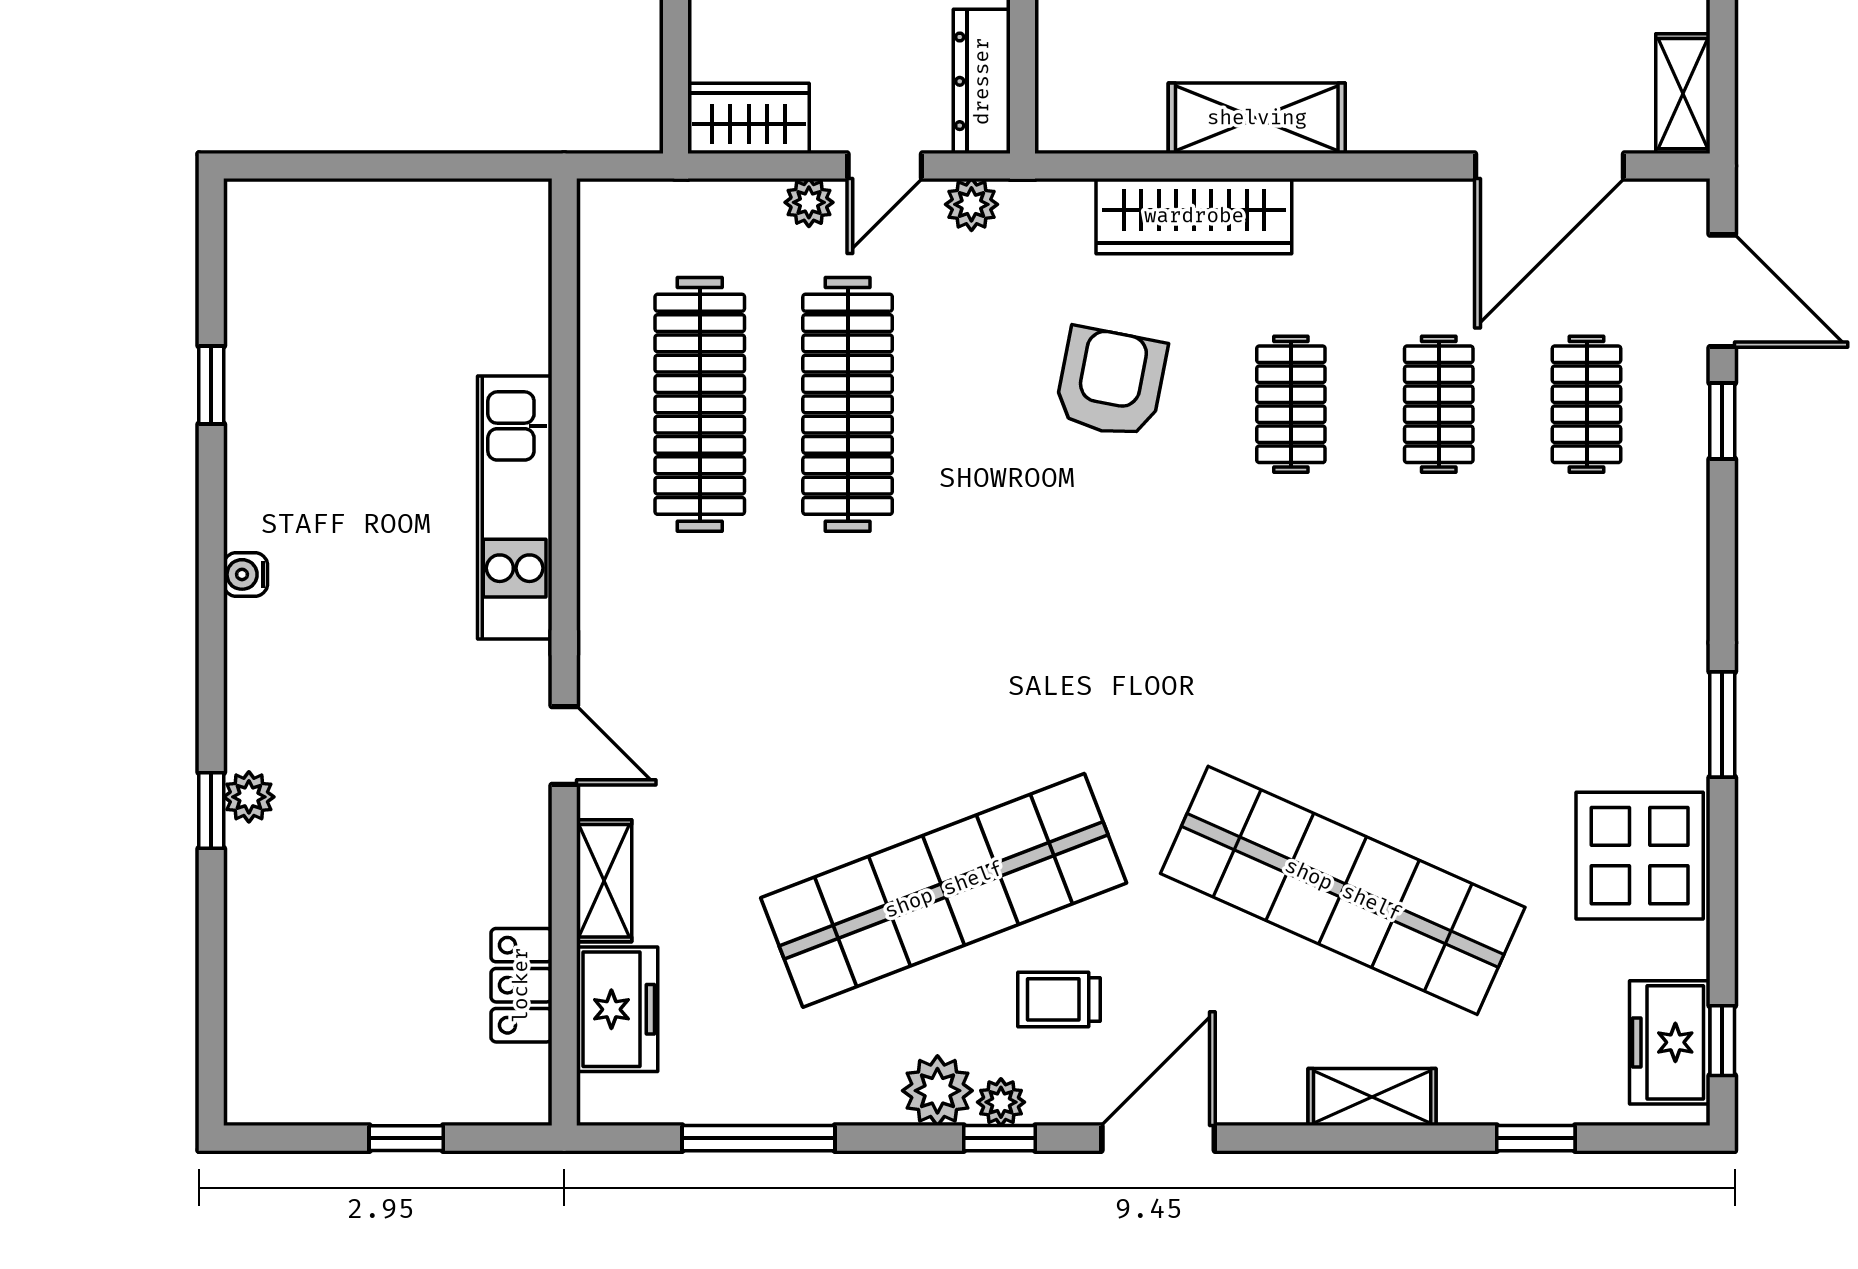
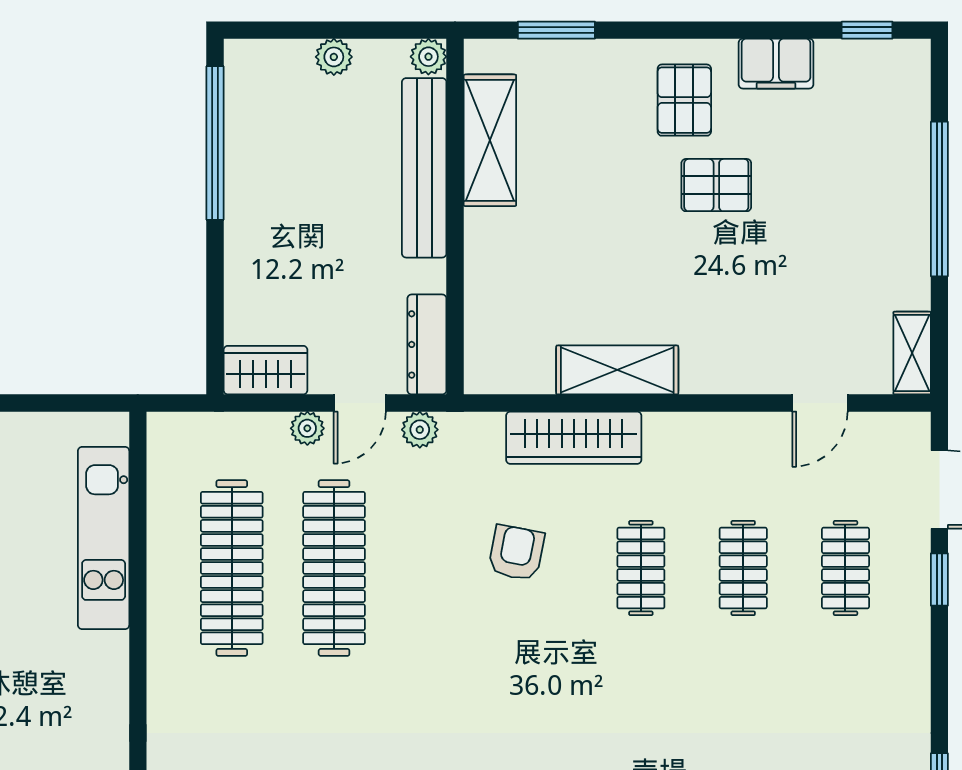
door: (1550, 166) -> (820, 403), width x0.53
armchair: (1111, 382) -> (516, 553), width x0.72, depth x0.72
kitchen unit: (515, 508) -> (104, 538), moved

